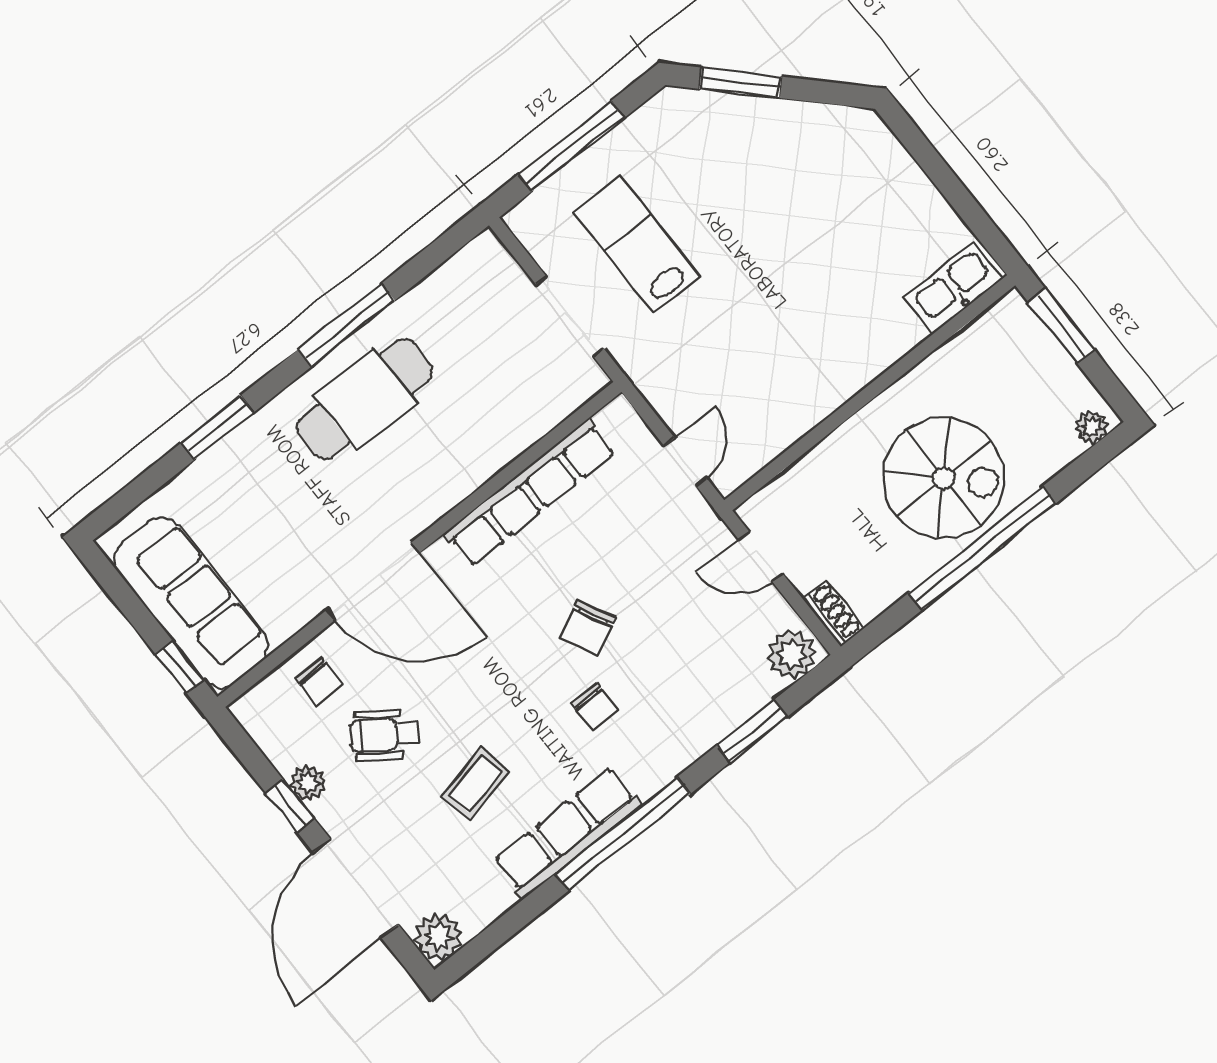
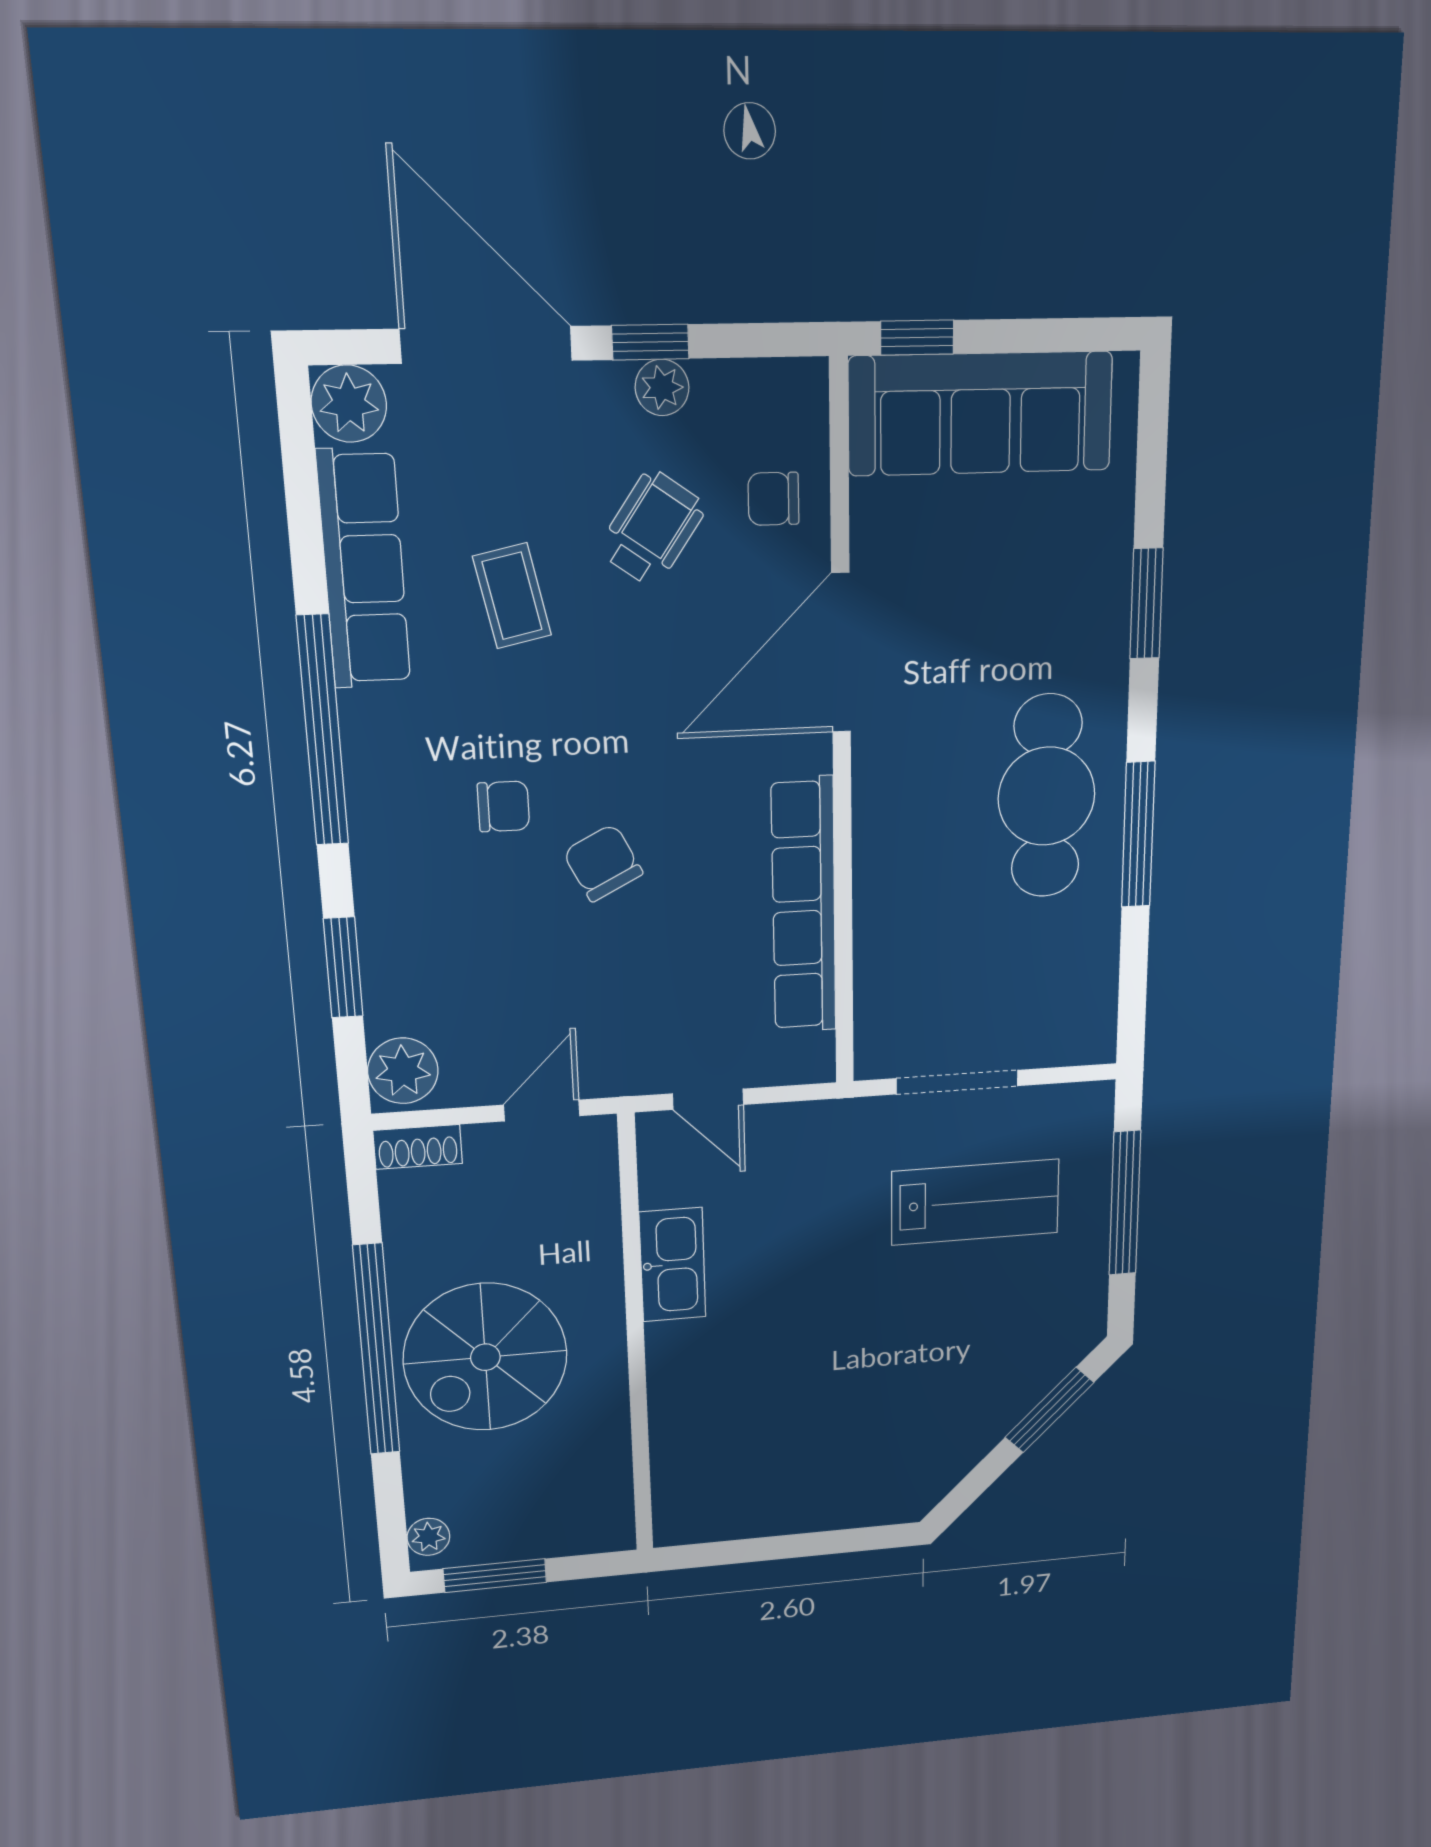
kitchen sink: (954, 288) -> (673, 1265), moved
window: (1061, 326) -> (495, 1576), moved
chair: (595, 707) -> (503, 806), turned 180
row of seats: (567, 833) -> (364, 569), moved

